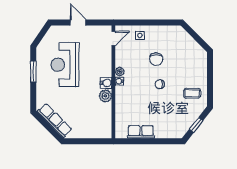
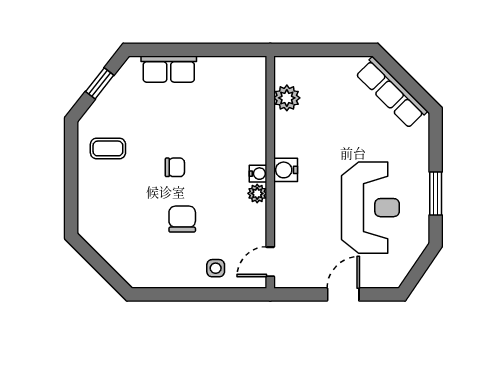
door: (78, 23) -> (343, 294), swing flipped
plant: (105, 96) -> (287, 98), moved
row of seats: (141, 132) -> (169, 69), moved

